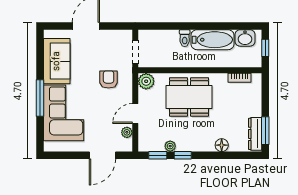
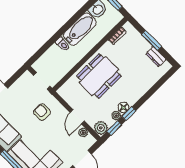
plant: (146, 81) -> (101, 128), moved
window: (265, 131) -> (151, 40), moved
dresser: (255, 134) -> (156, 57), width x0.70
floor lamp: (222, 145) -> (123, 107), moved

